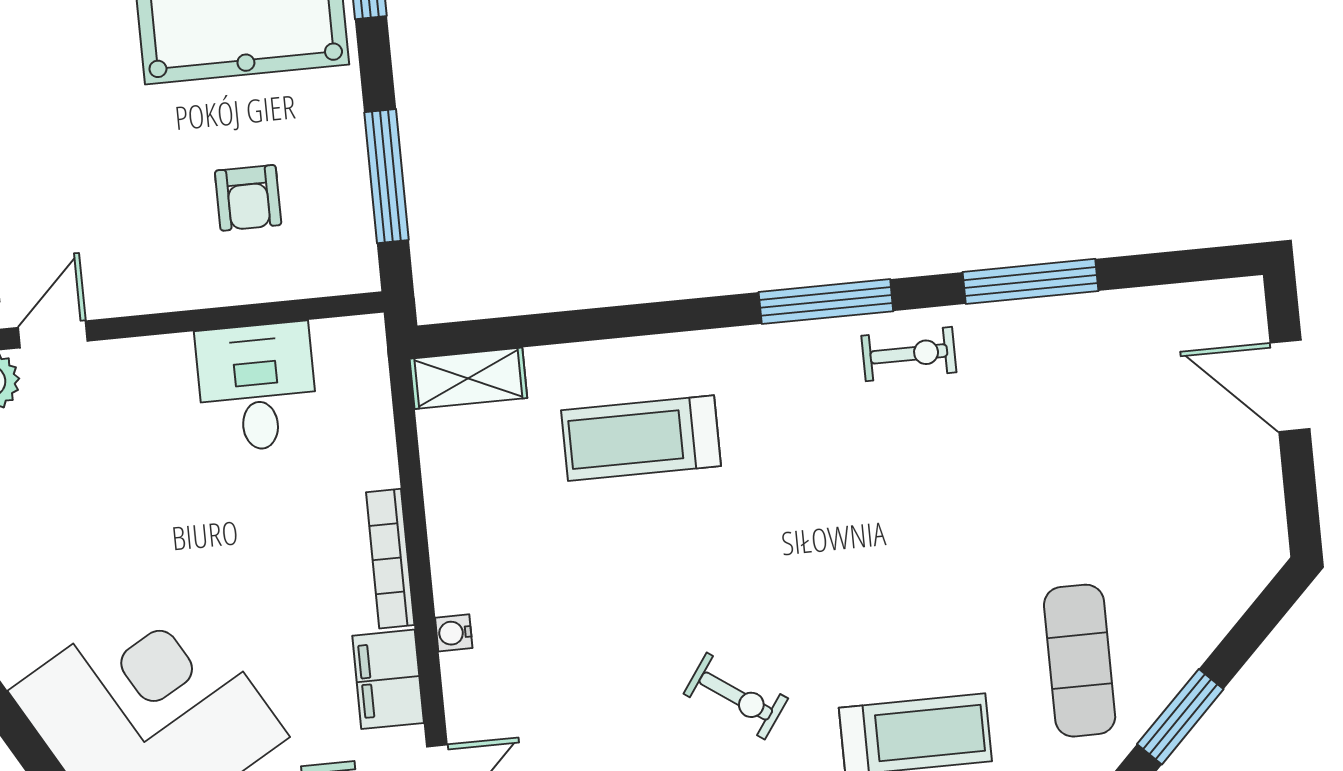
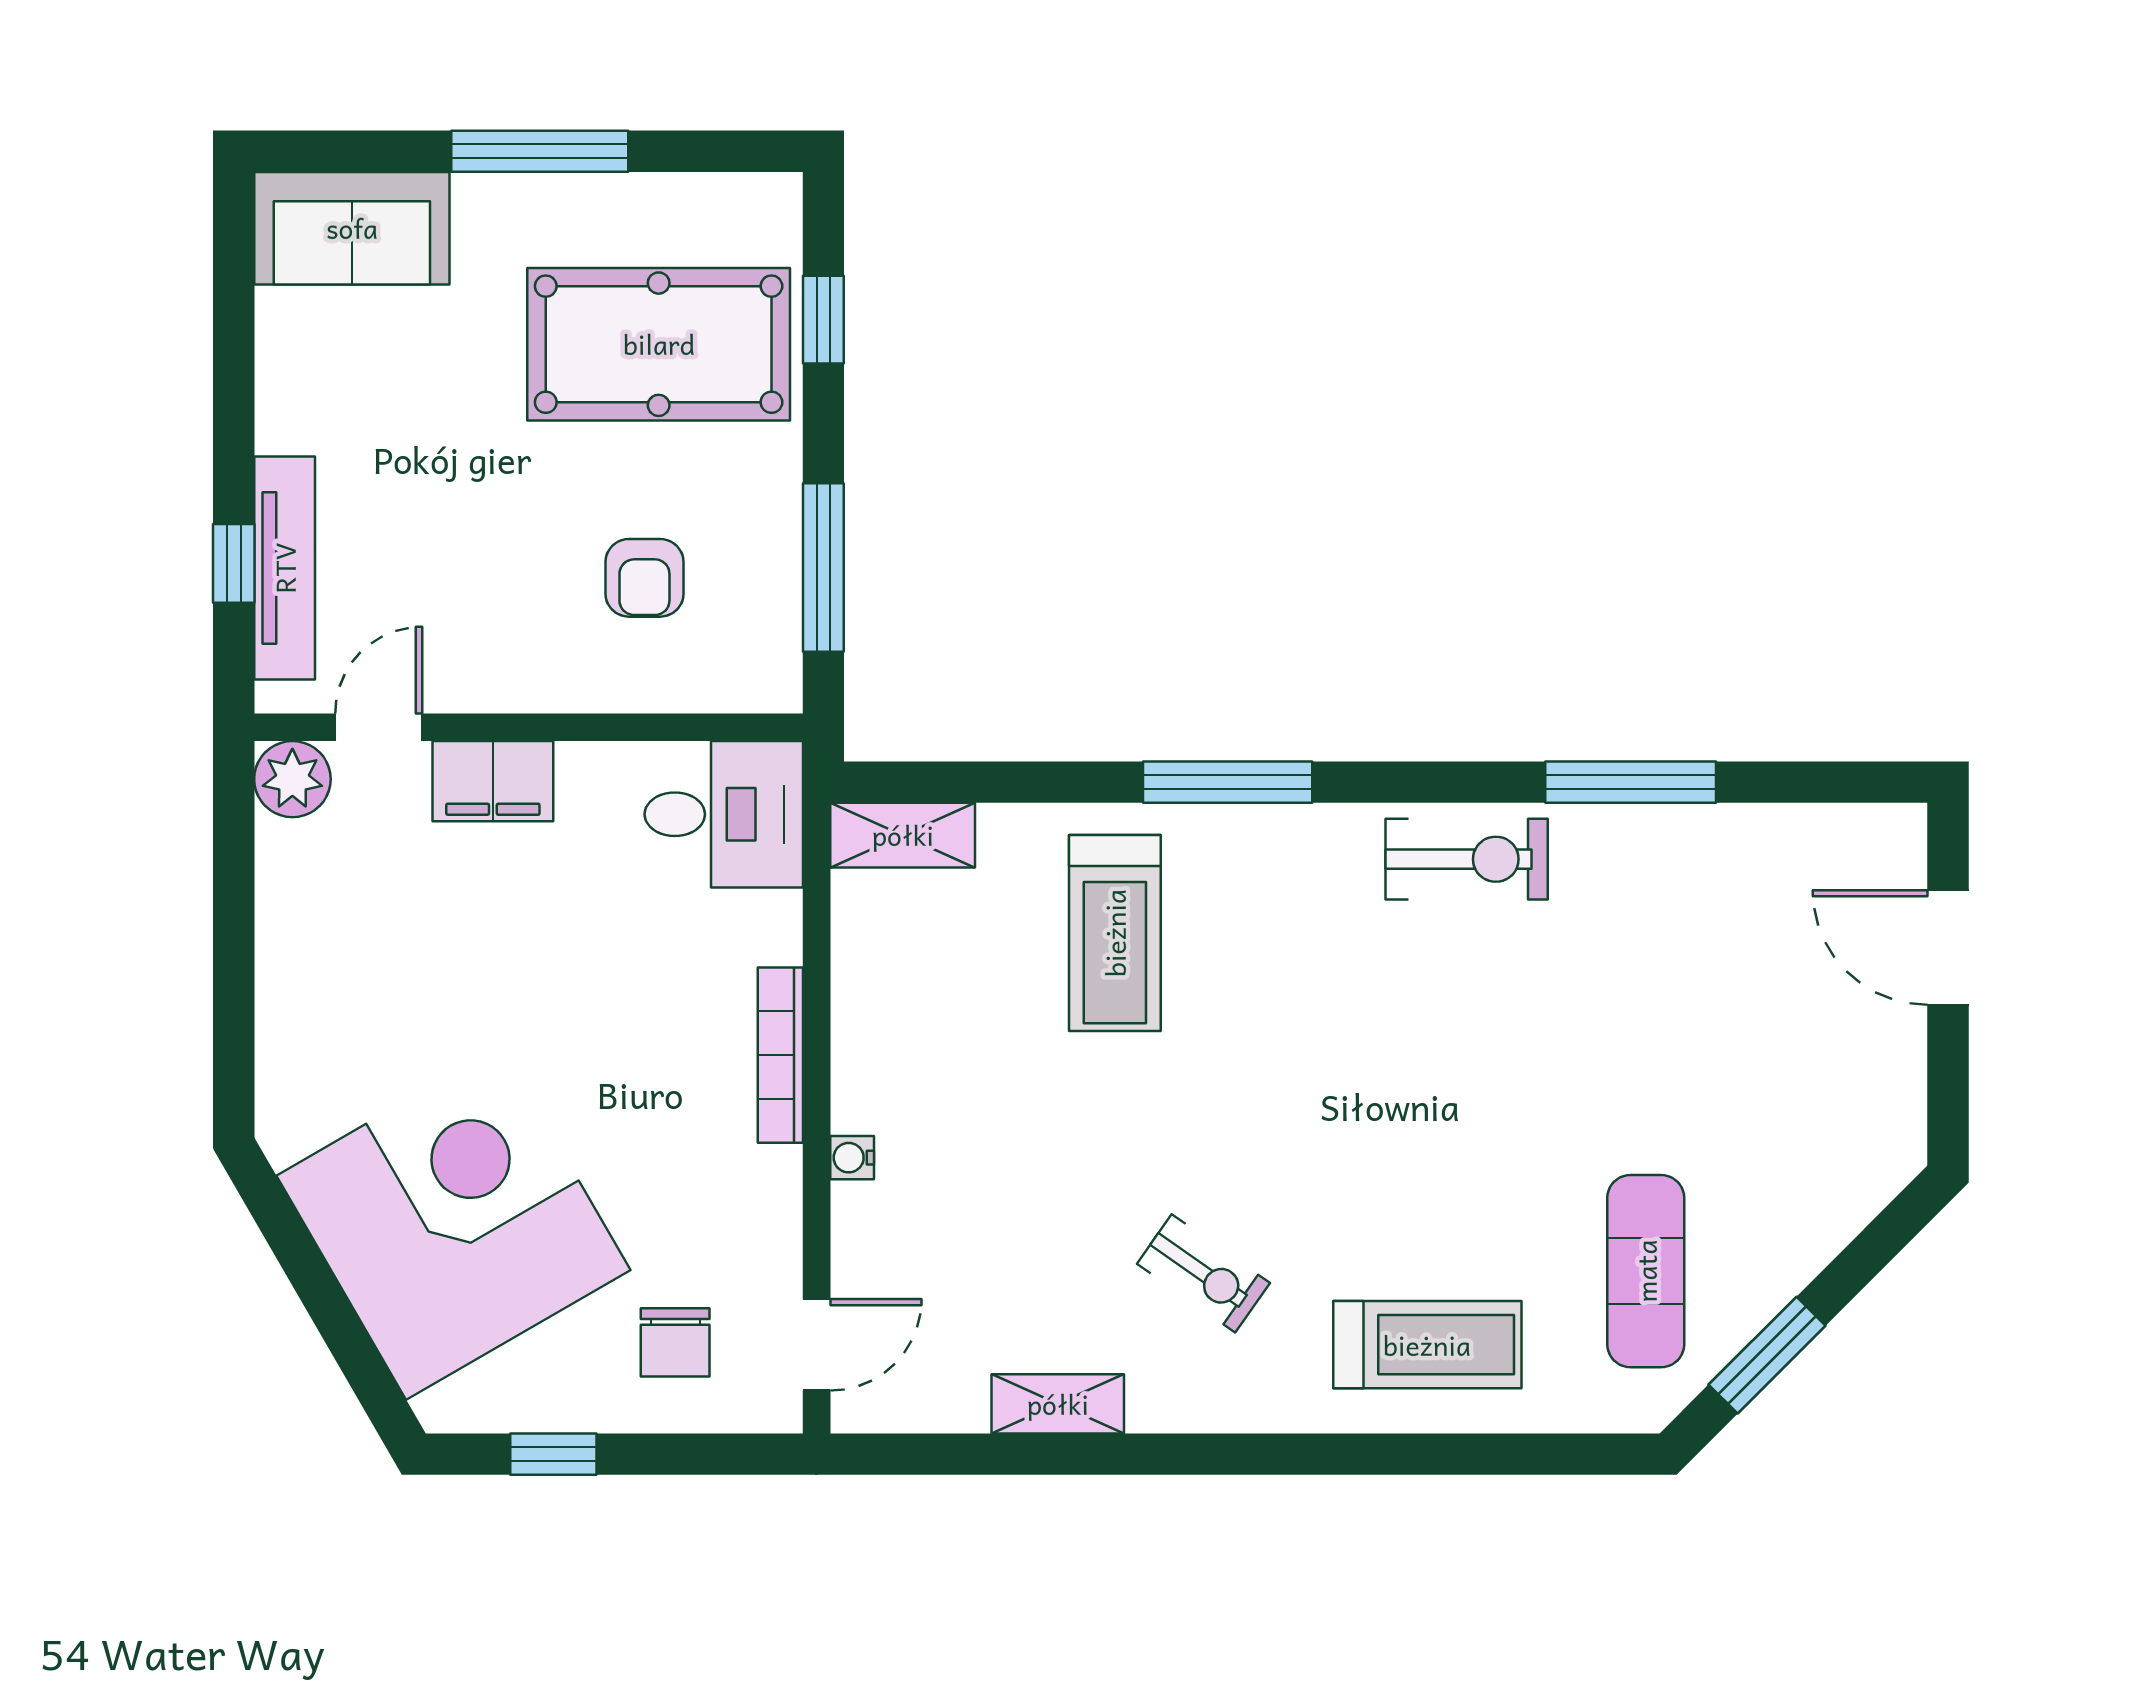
window: (826, 302) -> (1228, 782), moved
exercise bike: (909, 354) -> (1467, 859), width x1.38, depth x1.39
desk: (257, 387) -> (724, 814), moved, turned 90
treadmill: (641, 438) -> (1115, 933), turned -90
filing cabinet: (388, 679) -> (493, 781), moved, turned -90

